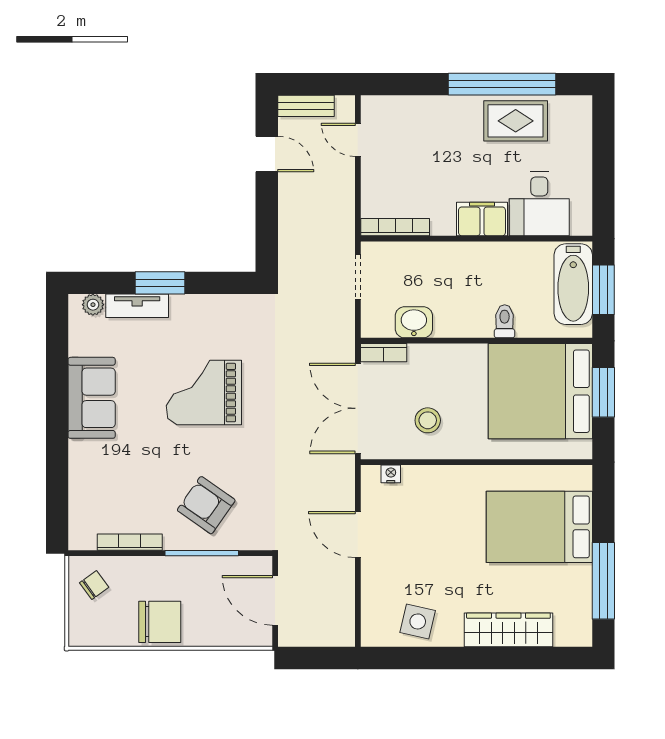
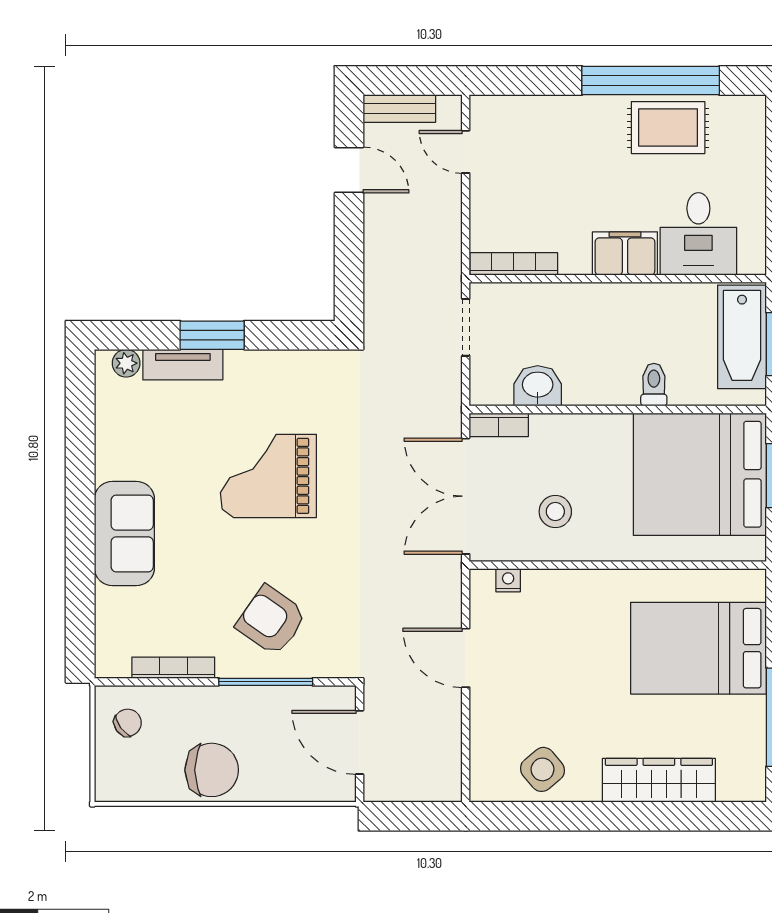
sofa: (92, 398) -> (124, 533), moved
side table: (418, 621) -> (542, 769), turned 37

